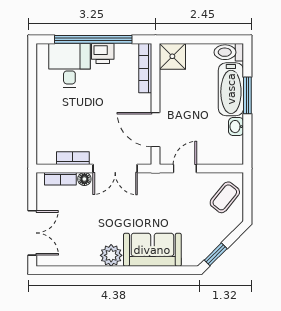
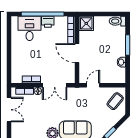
bathtub: (231, 89) -> (119, 42), removed
door: (155, 130) -> (77, 53), moved
double door: (32, 233) -> (9, 110), moved

